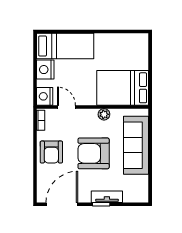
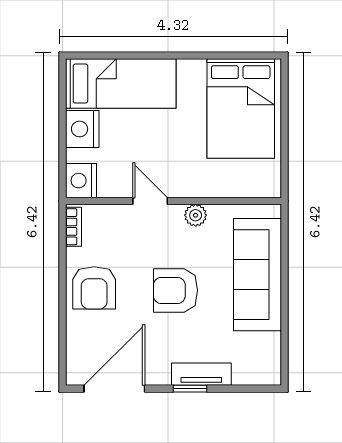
bed: (123, 88) -> (241, 109), moved, turned -90
door: (66, 107) -> (150, 201), moved
armchair: (94, 153) -> (175, 290), width x0.73, depth x0.73

